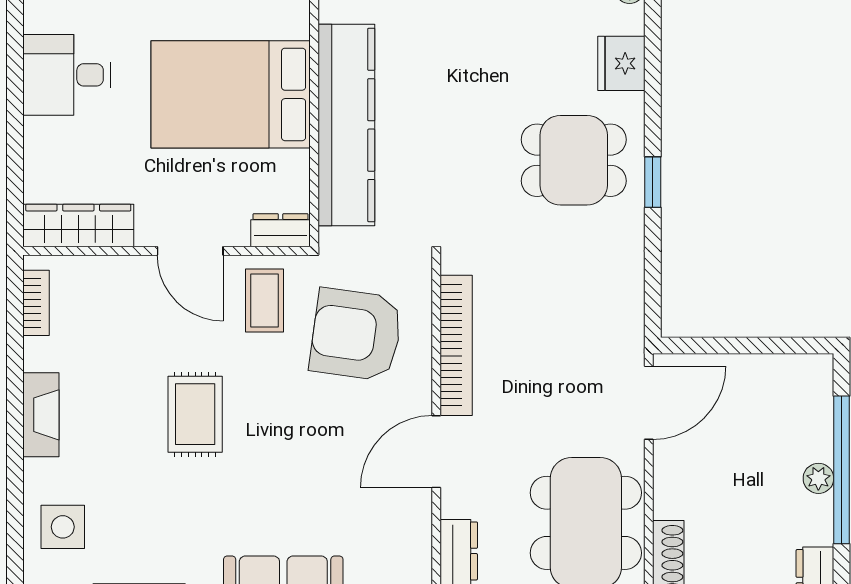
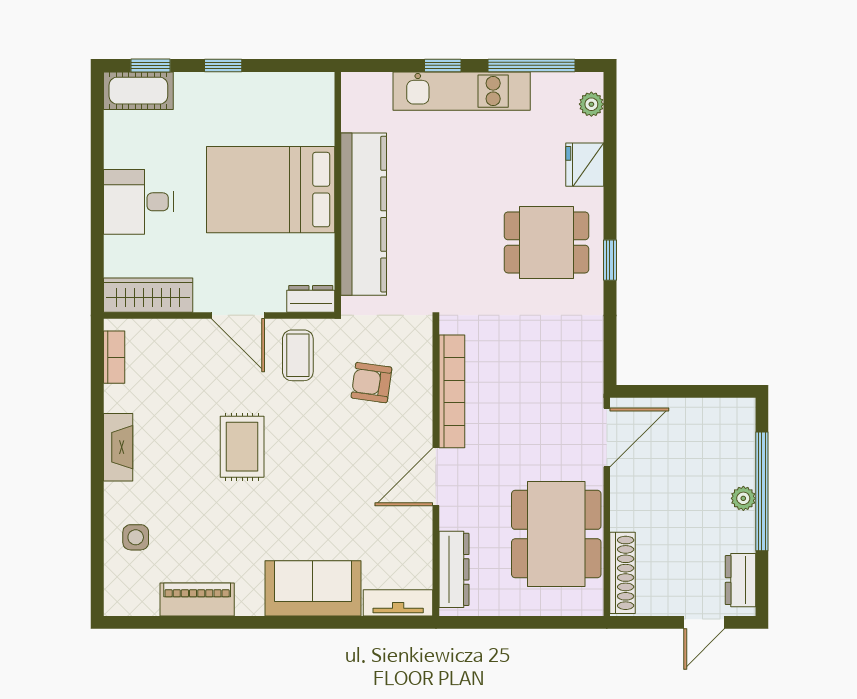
desk: (67, 75) -> (139, 202), moved
armchair: (356, 334) -> (371, 383), width x0.53, depth x0.53
side table: (63, 527) -> (136, 537), width x0.73, depth x0.73

